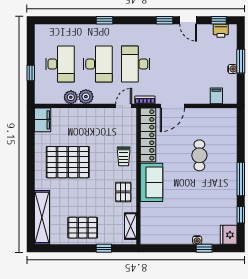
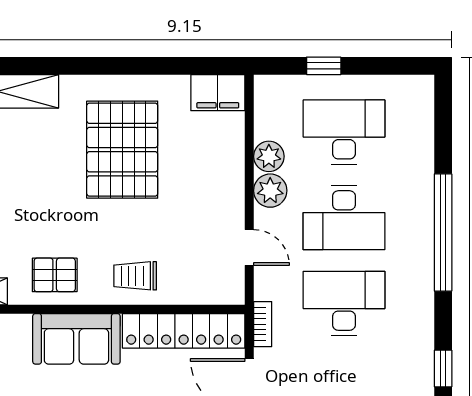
window: (104, 20) -> (443, 233), width x3.17
desk: (60, 64) -> (344, 132), turned 180
door: (124, 106) -> (249, 248), moved

